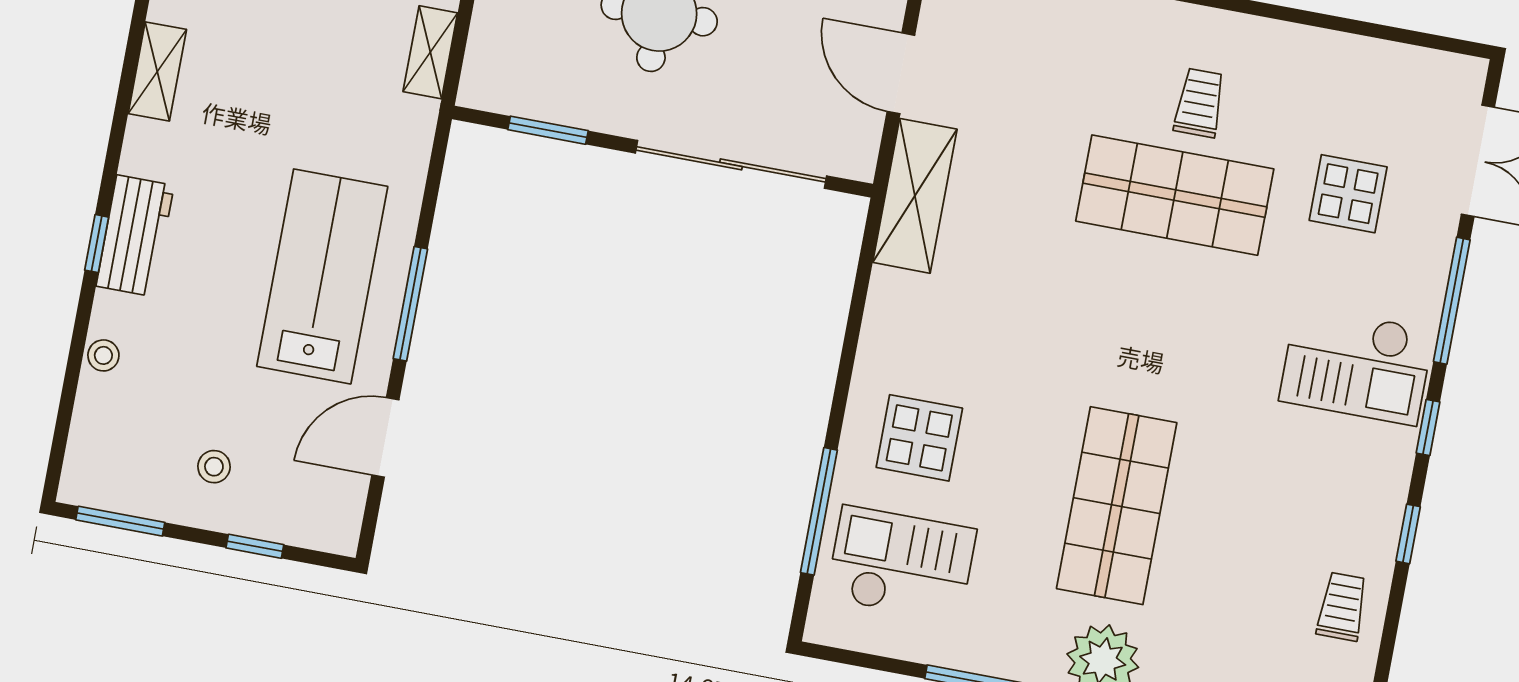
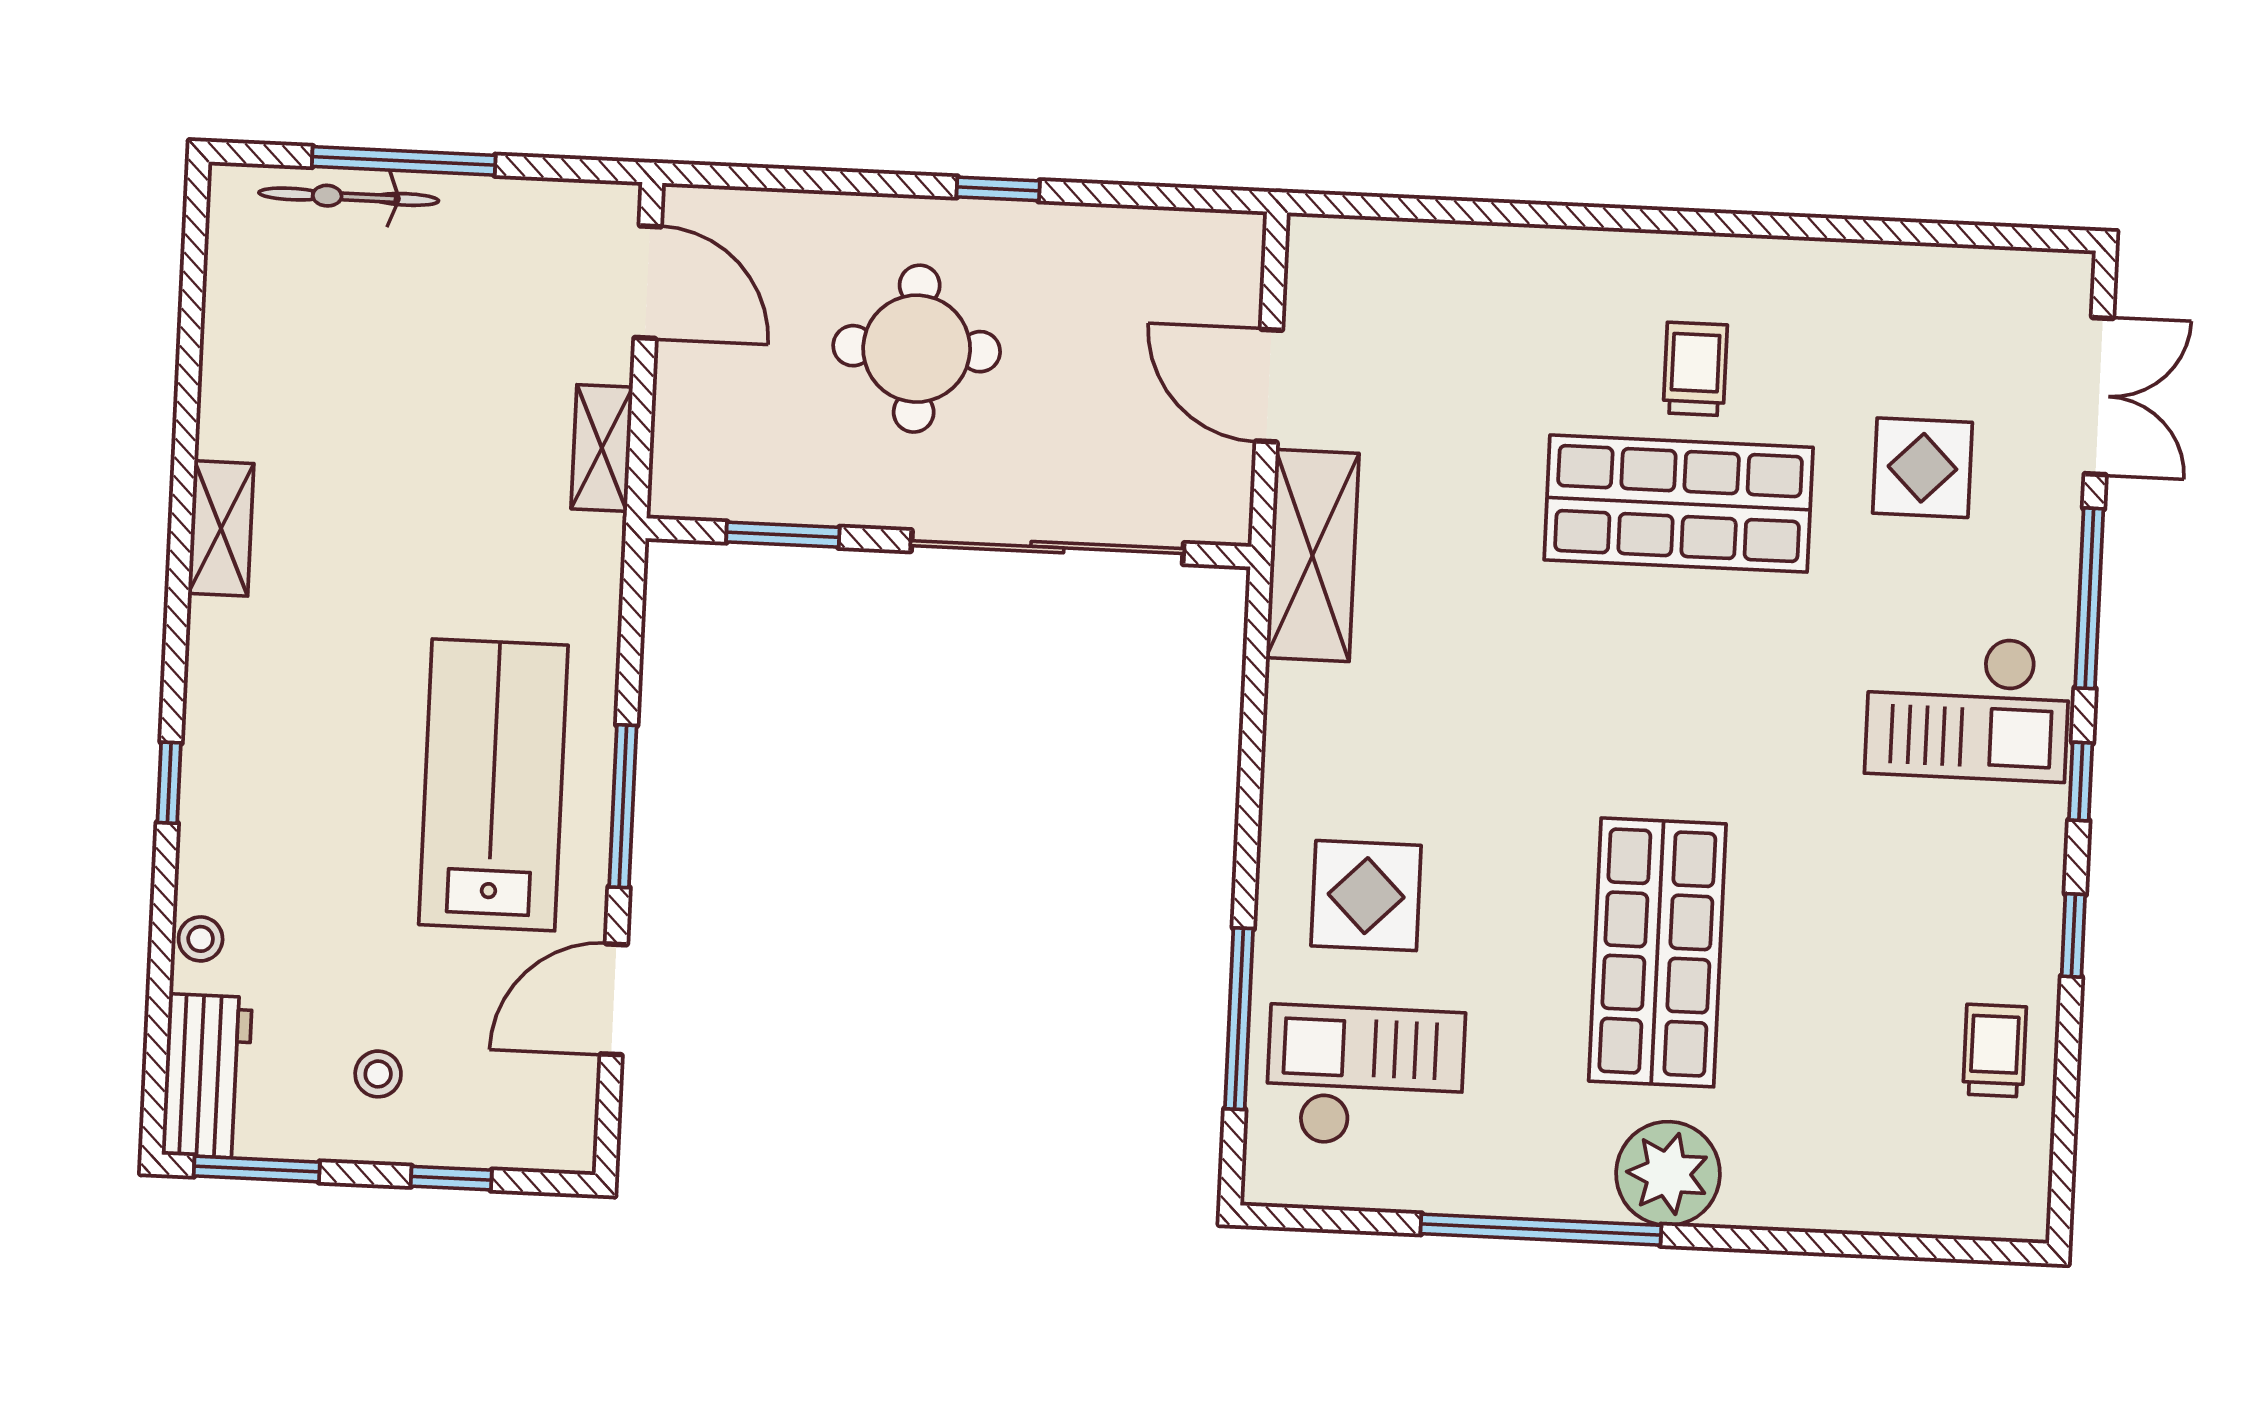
workbench: (135, 236) -> (207, 1076), moved

